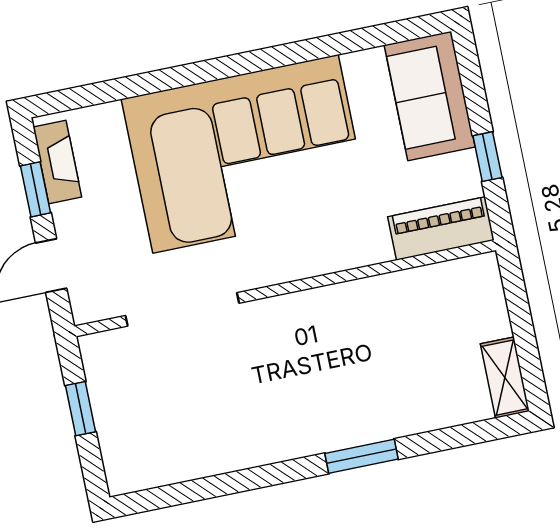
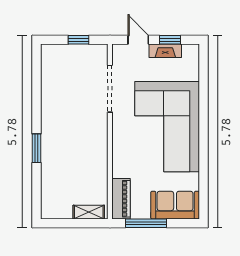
window: (487, 157) -> (146, 223), width x2.17
fireplace: (57, 162) -> (165, 51), moved
shelving: (505, 378) -> (89, 212), moved

